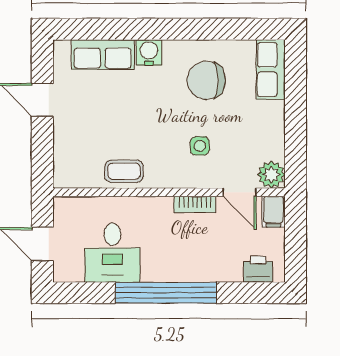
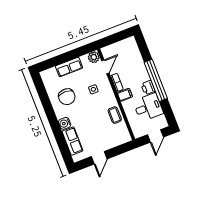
row of seats: (271, 70) -> (69, 67), moved
filing cabinet: (273, 212) -> (125, 95), moved
printer: (258, 269) -> (148, 88), moved

